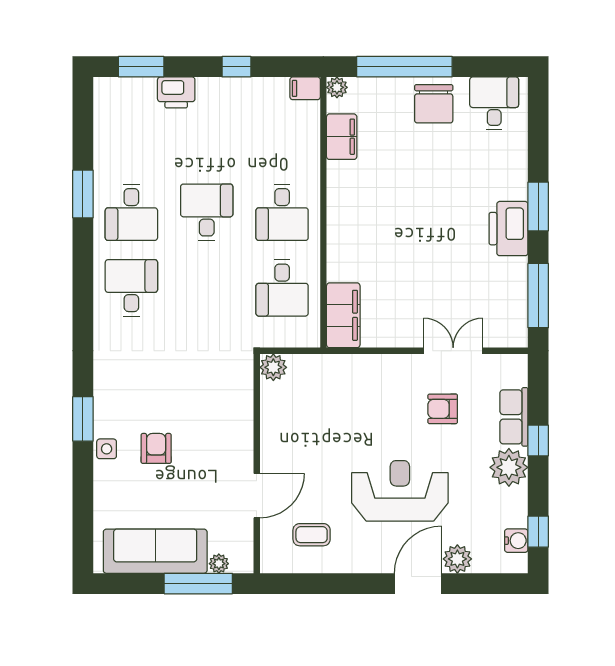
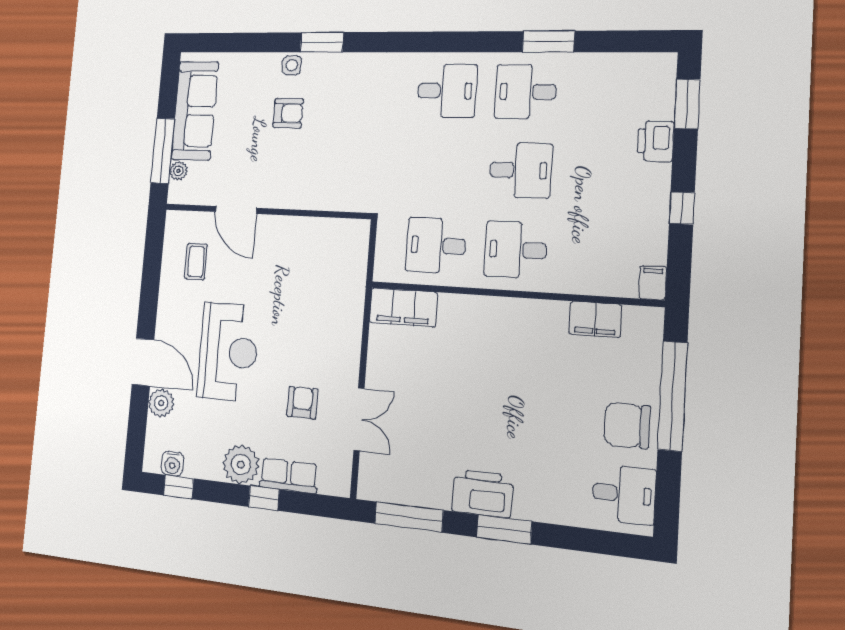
plant: (337, 87) -> (652, 318), removed
plant: (273, 367) -> (357, 232), removed

